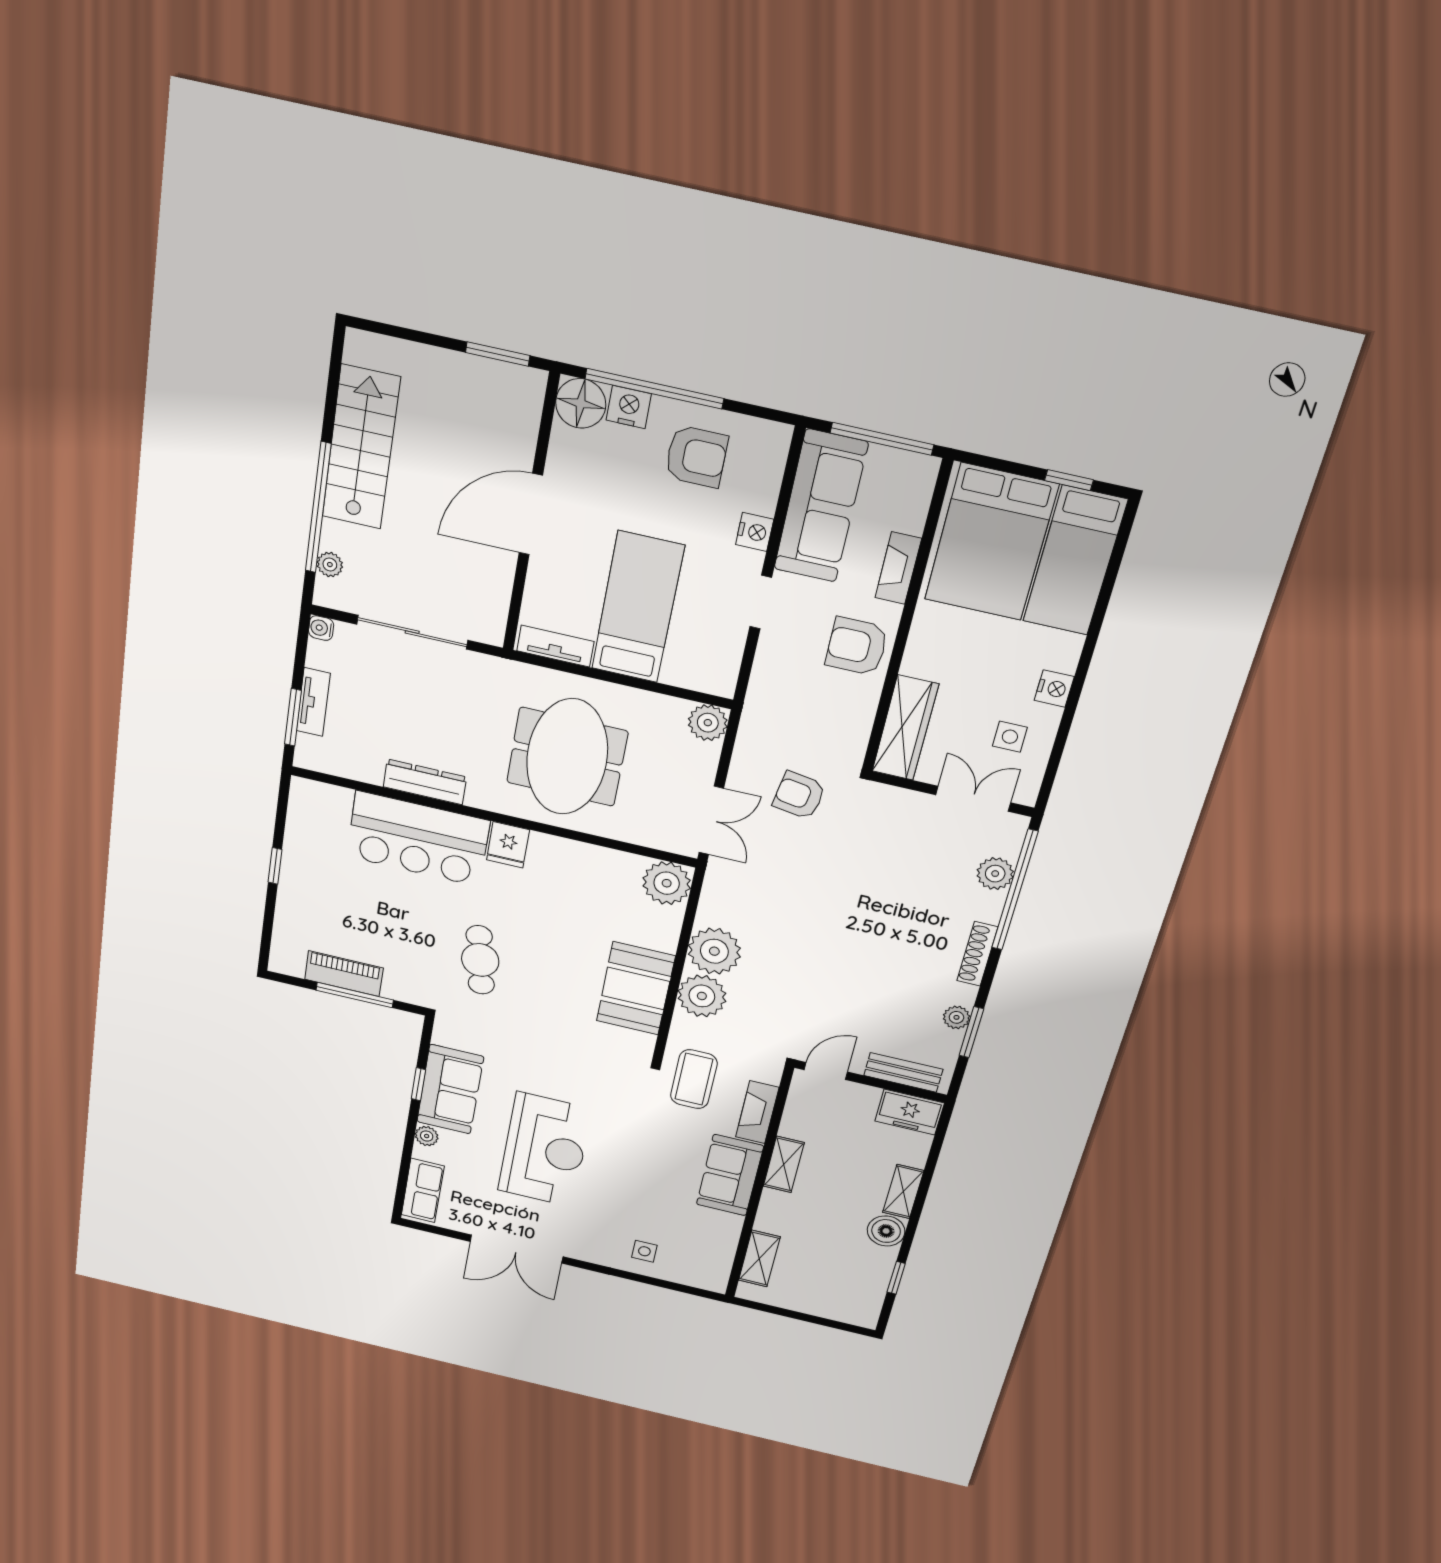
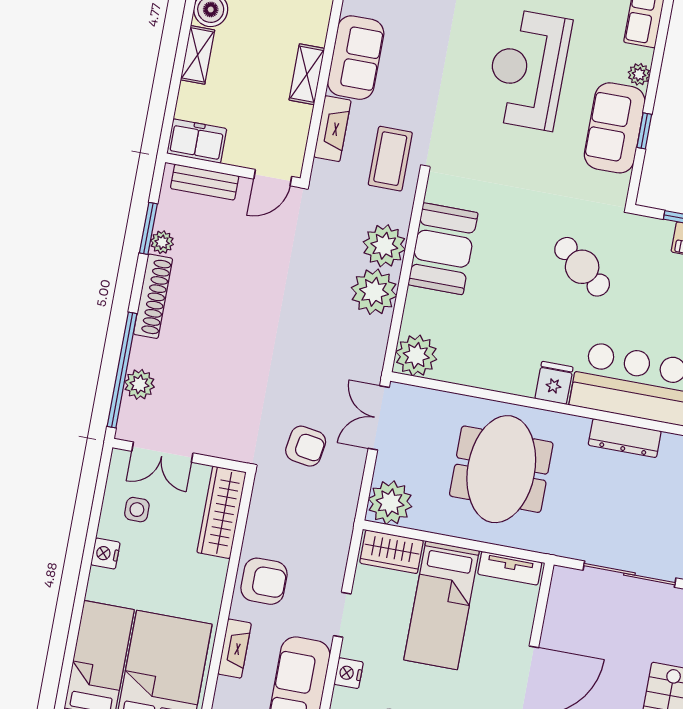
wardrobe: (698, 672) -> (392, 552), added
plant: (708, 723) -> (390, 503), width x1.36, depth x1.36
shoe rack: (977, 954) -> (153, 296), width x1.36, depth x1.24
cafe table: (480, 960) -> (582, 267), turned -41

